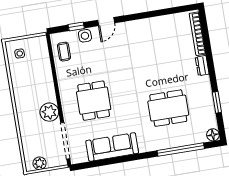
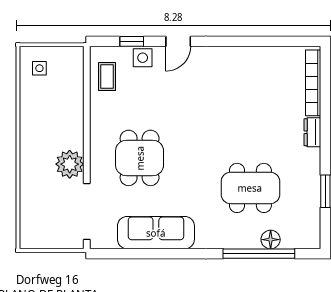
floor lamp: (213, 135) -> (271, 240), moved
plant: (40, 163) -> (42, 239), removed

